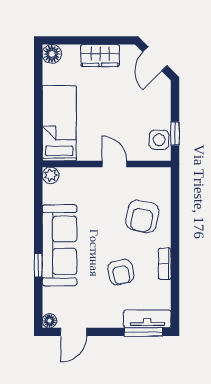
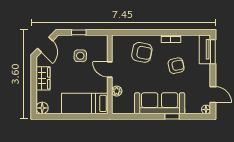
door: (155, 59) -> (45, 45), hinge flipped
window: (175, 134) -> (79, 32), moved
side table: (159, 140) -> (80, 56), moved
door: (114, 164) -> (110, 69), hinge flipped
plant: (51, 175) -> (117, 91), moved

